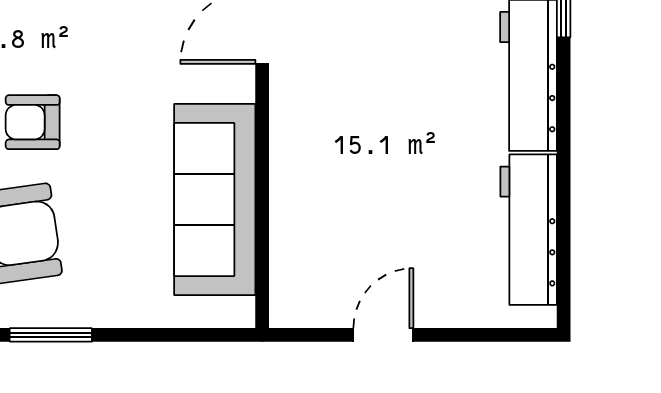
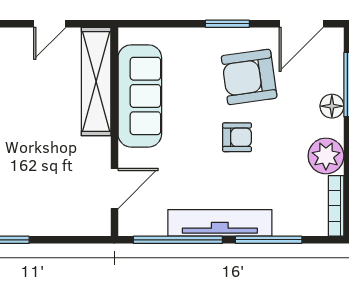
shelving: (297, 227) -> (96, 81), added

